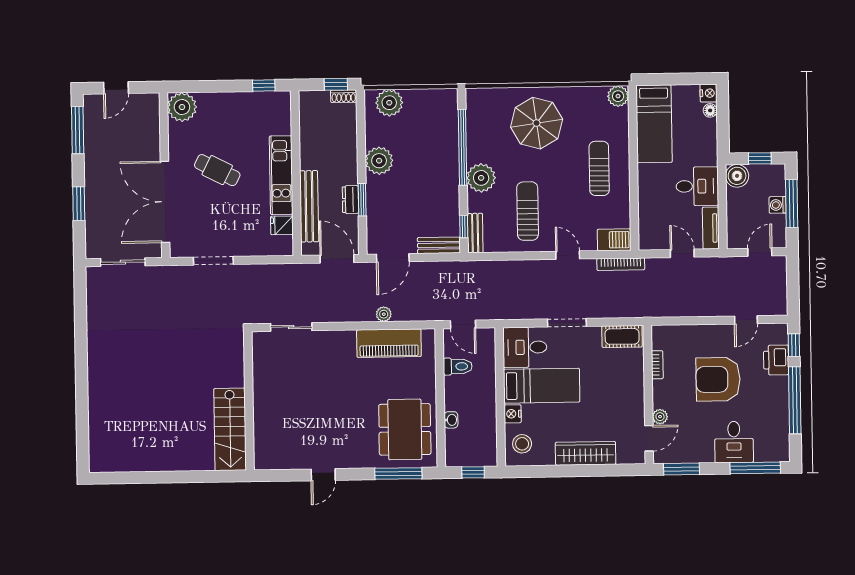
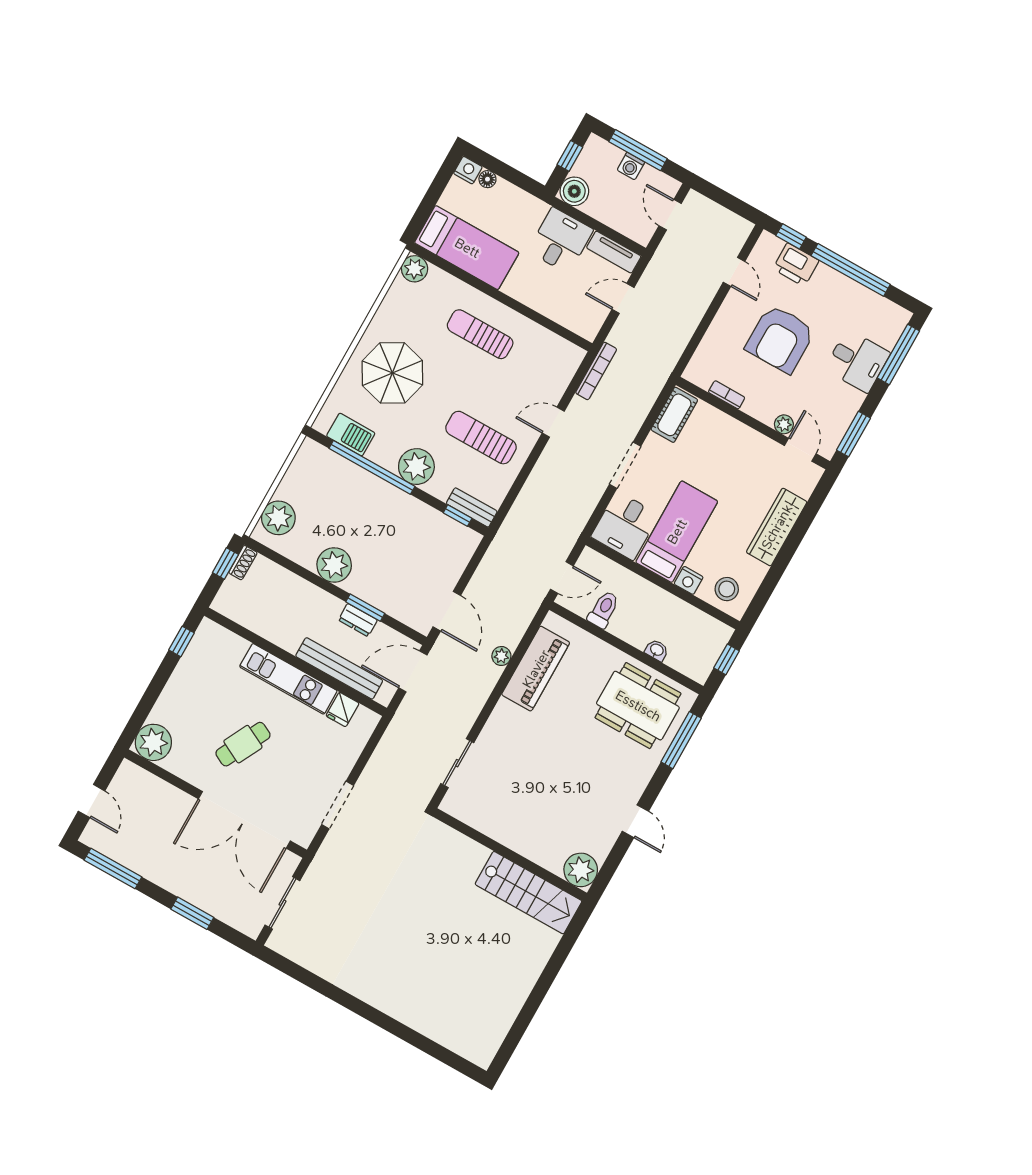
barbecue: (614, 240) -> (351, 435), moved, turned 90
bench: (439, 245) -> (462, 554), removed
plant: (267, 456) -> (581, 870), added

